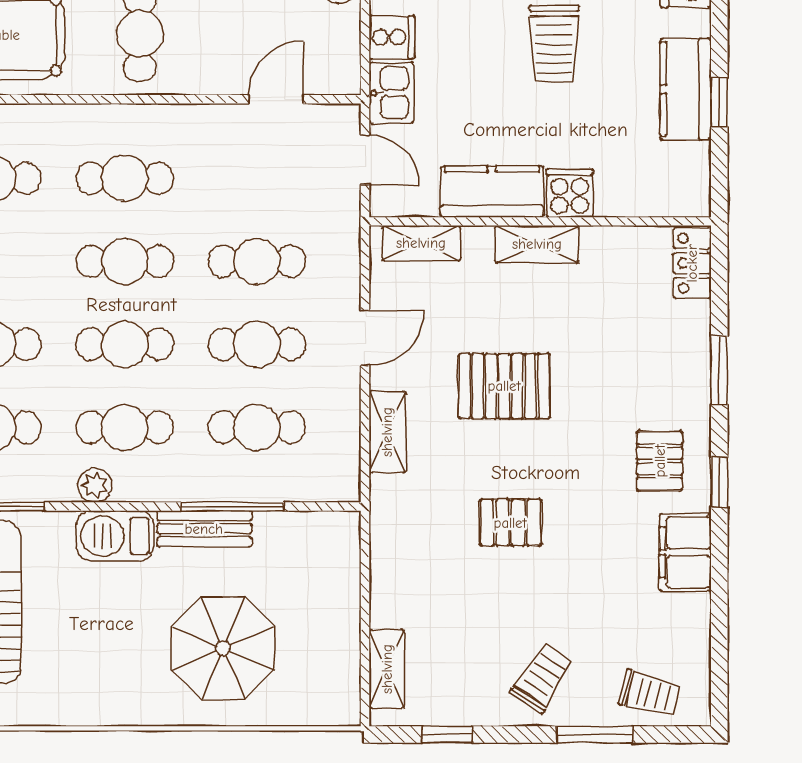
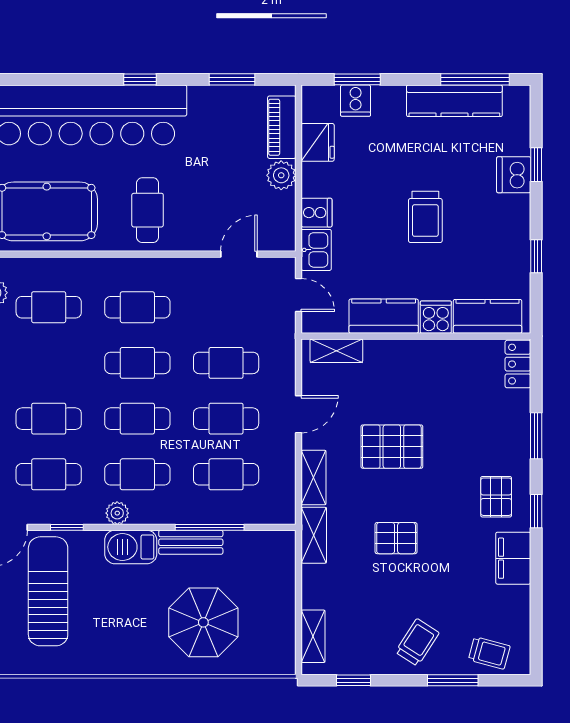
kitchen counter: (686, 89) -> (488, 316), moved, turned 90
shelving: (537, 244) -> (314, 535), moved, turned 90

